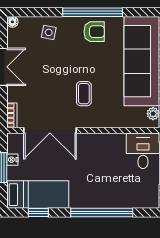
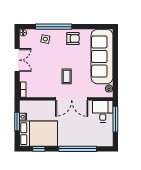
window: (93, 12) -> (54, 27), moved
double door: (50, 130) -> (72, 99), moved
bed: (38, 195) -> (39, 134), width x1.50

